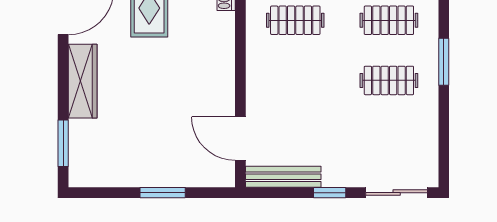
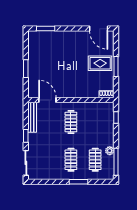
clothes rail: (295, 20) -> (71, 122), moved
wardrobe: (83, 81) -> (71, 36), removed
door: (240, 139) -> (47, 100), hinge flipped

